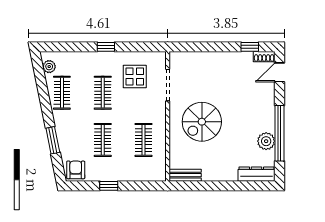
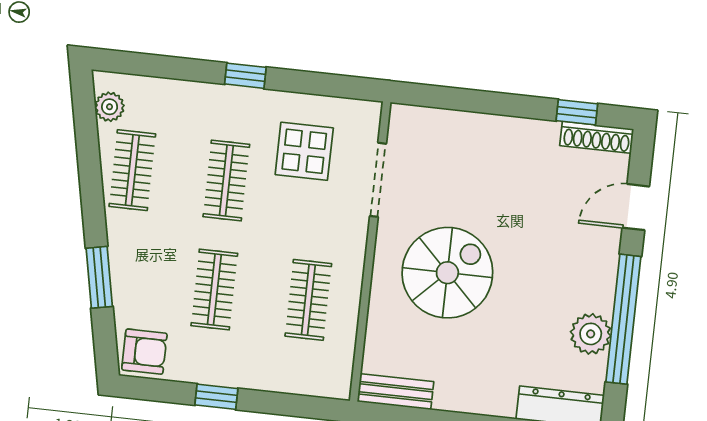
shoe rack: (264, 57) -> (597, 137), width x1.43
door: (279, 72) -> (636, 207), moved
spiral stairs: (202, 122) -> (447, 273), turned 180
armchair: (76, 170) -> (144, 352), turned 90

